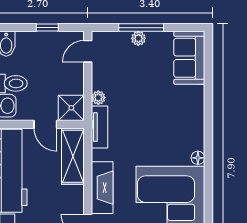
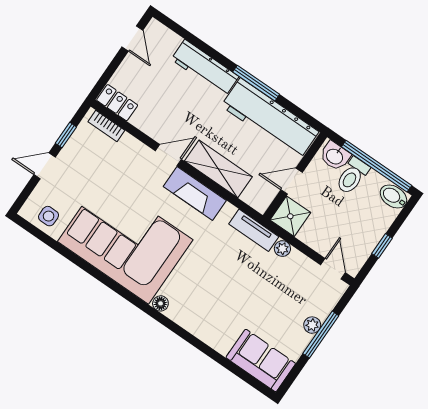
shelving: (73, 156) -> (218, 169), moved

